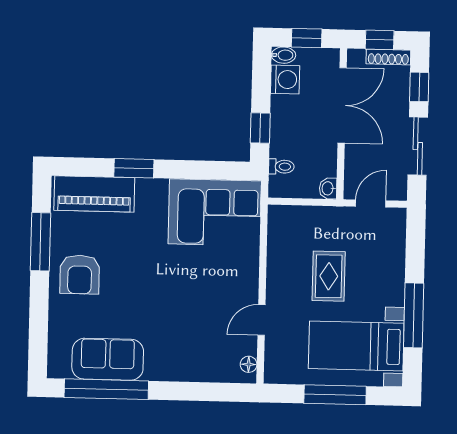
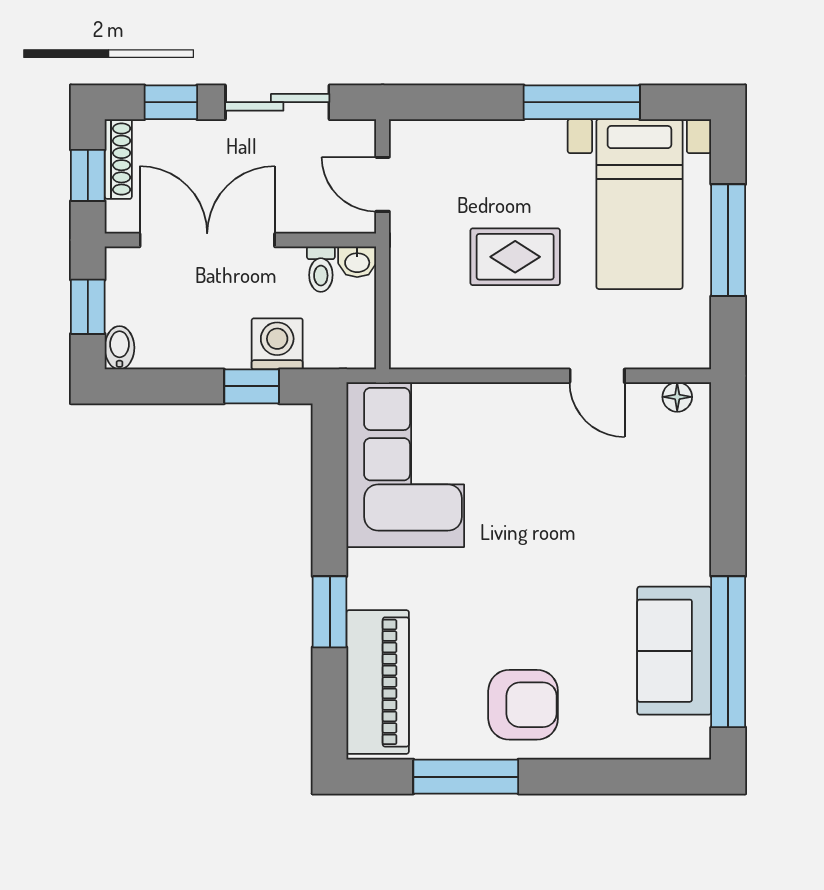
washing machine: (285, 79) -> (277, 344), moved
toilet: (281, 167) -> (321, 269), moved, turned 180

